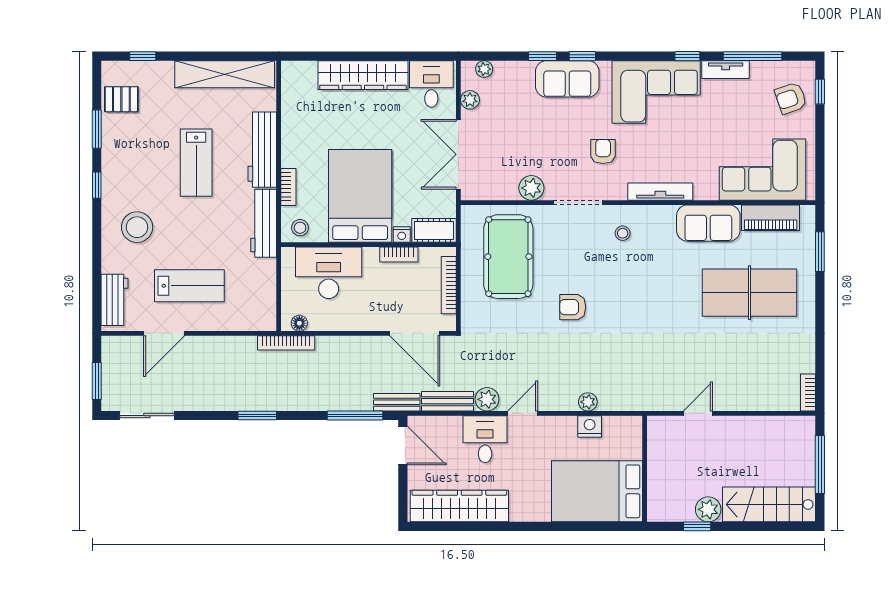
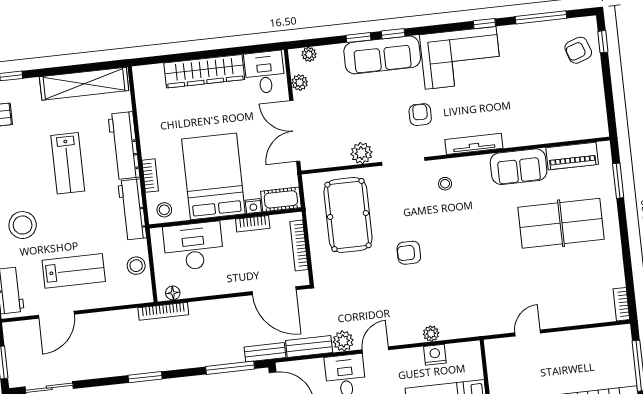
tv unit: (726, 70) -> (519, 32), removed
sofa: (567, 79) -> (382, 55), width x1.36
corner sofa: (763, 170) -> (561, 115), removed
stool: (261, 288) -> (136, 266), added

